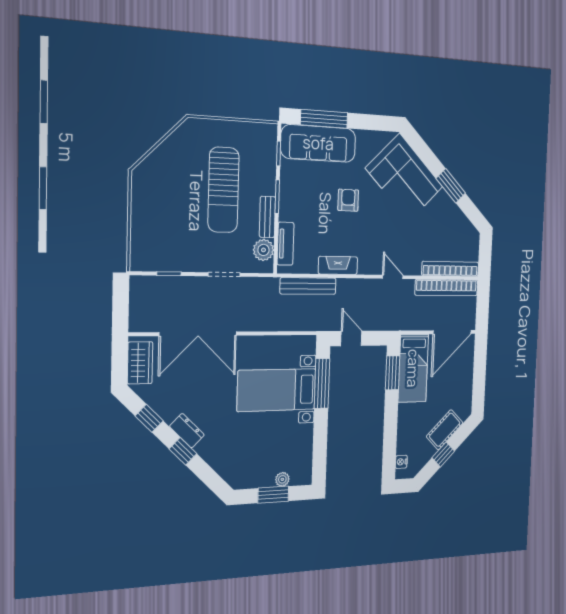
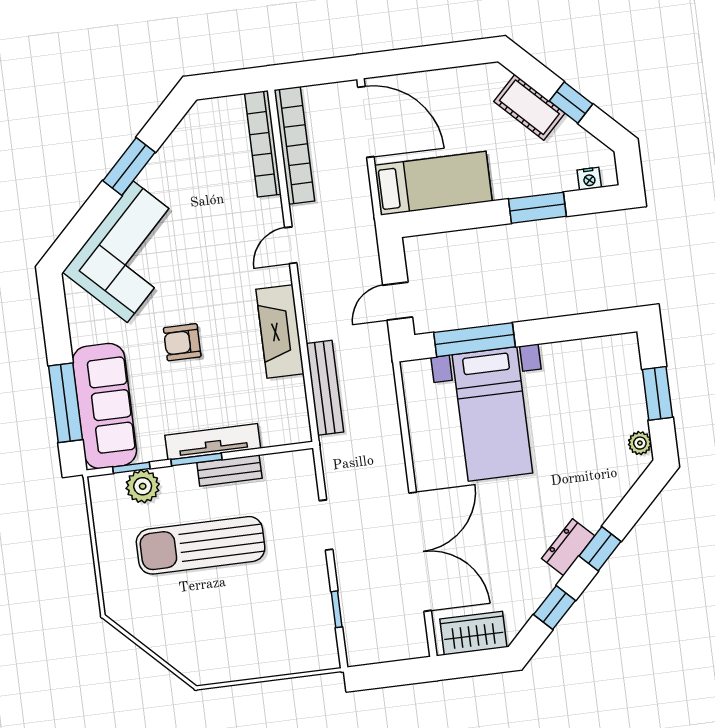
sun lounger: (223, 190) -> (201, 545), turned 180
tv unit: (285, 244) -> (213, 442), moved, width x1.41
plant: (263, 250) -> (143, 486), moved
fireplace: (338, 265) -> (280, 332), width x1.37, depth x1.32
window: (393, 373) -> (537, 208), moved
plant: (282, 479) -> (640, 443), moved

